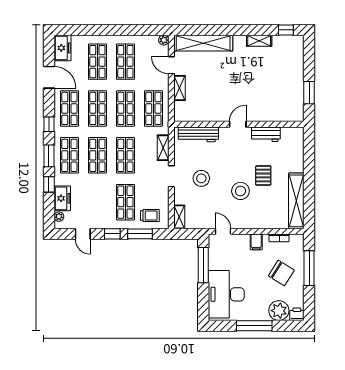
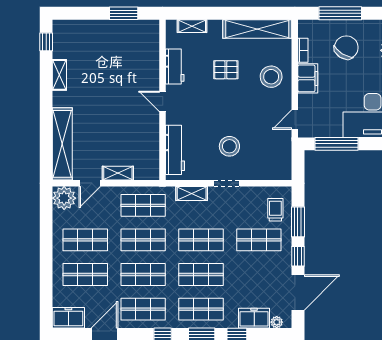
plant: (164, 40) -> (64, 198), width x1.88, depth x1.88
stool: (240, 191) -> (271, 77), moved
shelving: (179, 217) -> (192, 26), moved
door: (83, 234) -> (298, 293), width x1.88
filing cabinet: (256, 242) -> (308, 78), width x2.00

